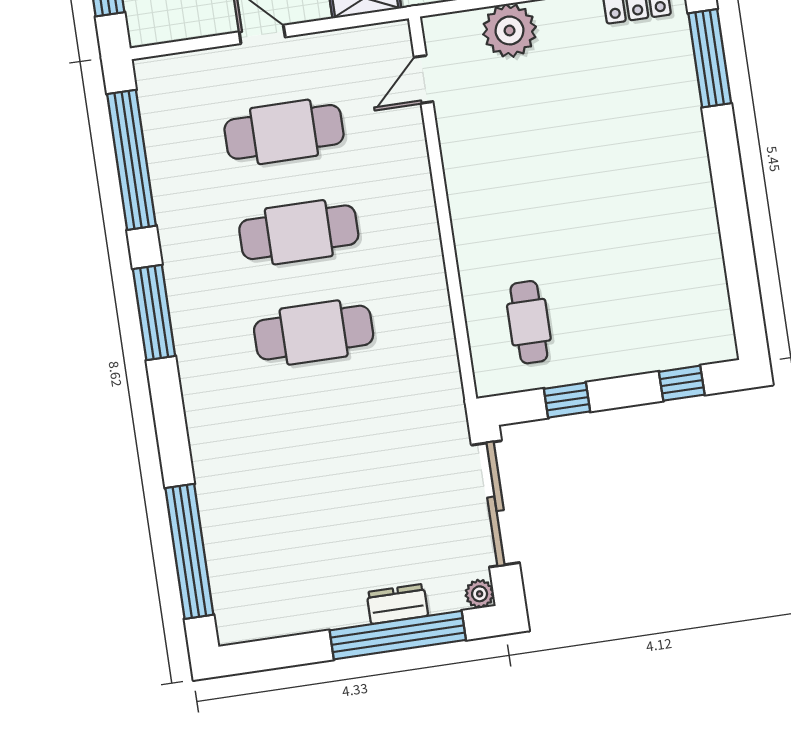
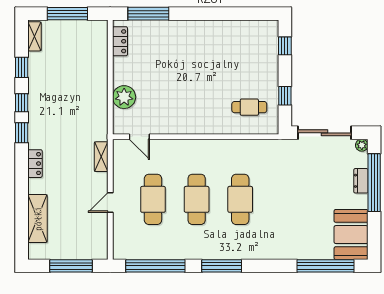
booth: (270, 600) -> (351, 235), added

